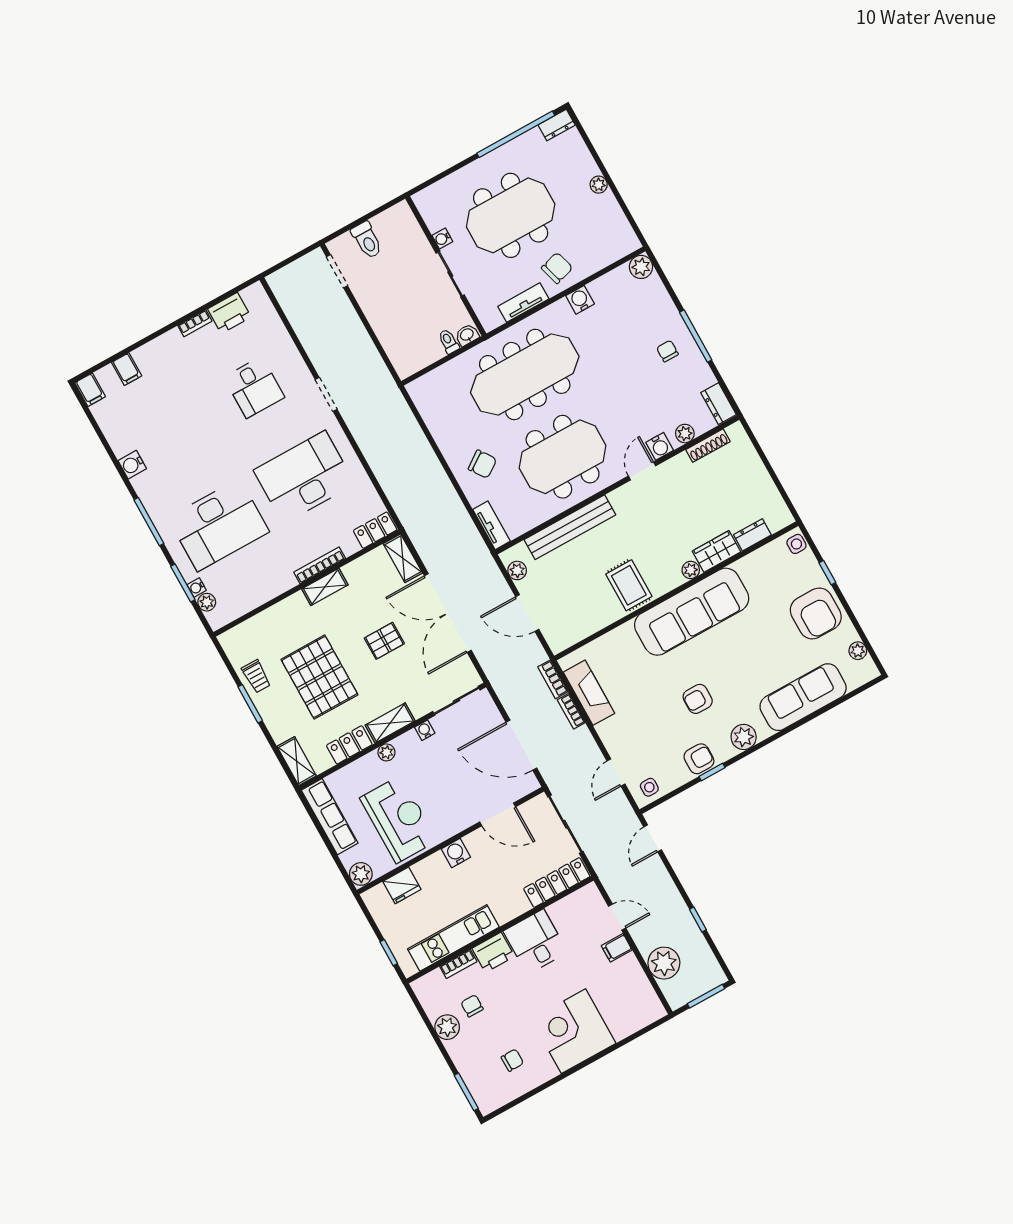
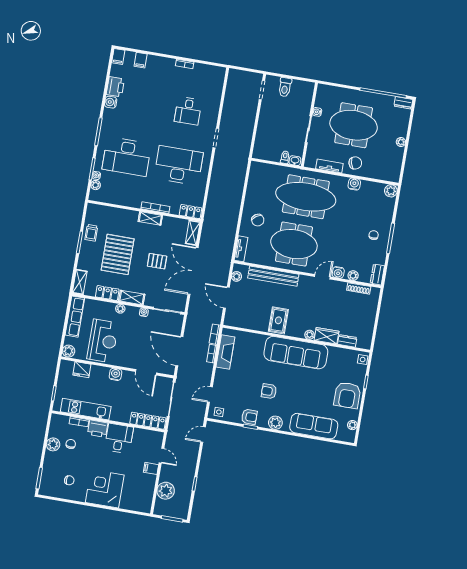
printer: (229, 313) -> (115, 87), moved, turned -90

